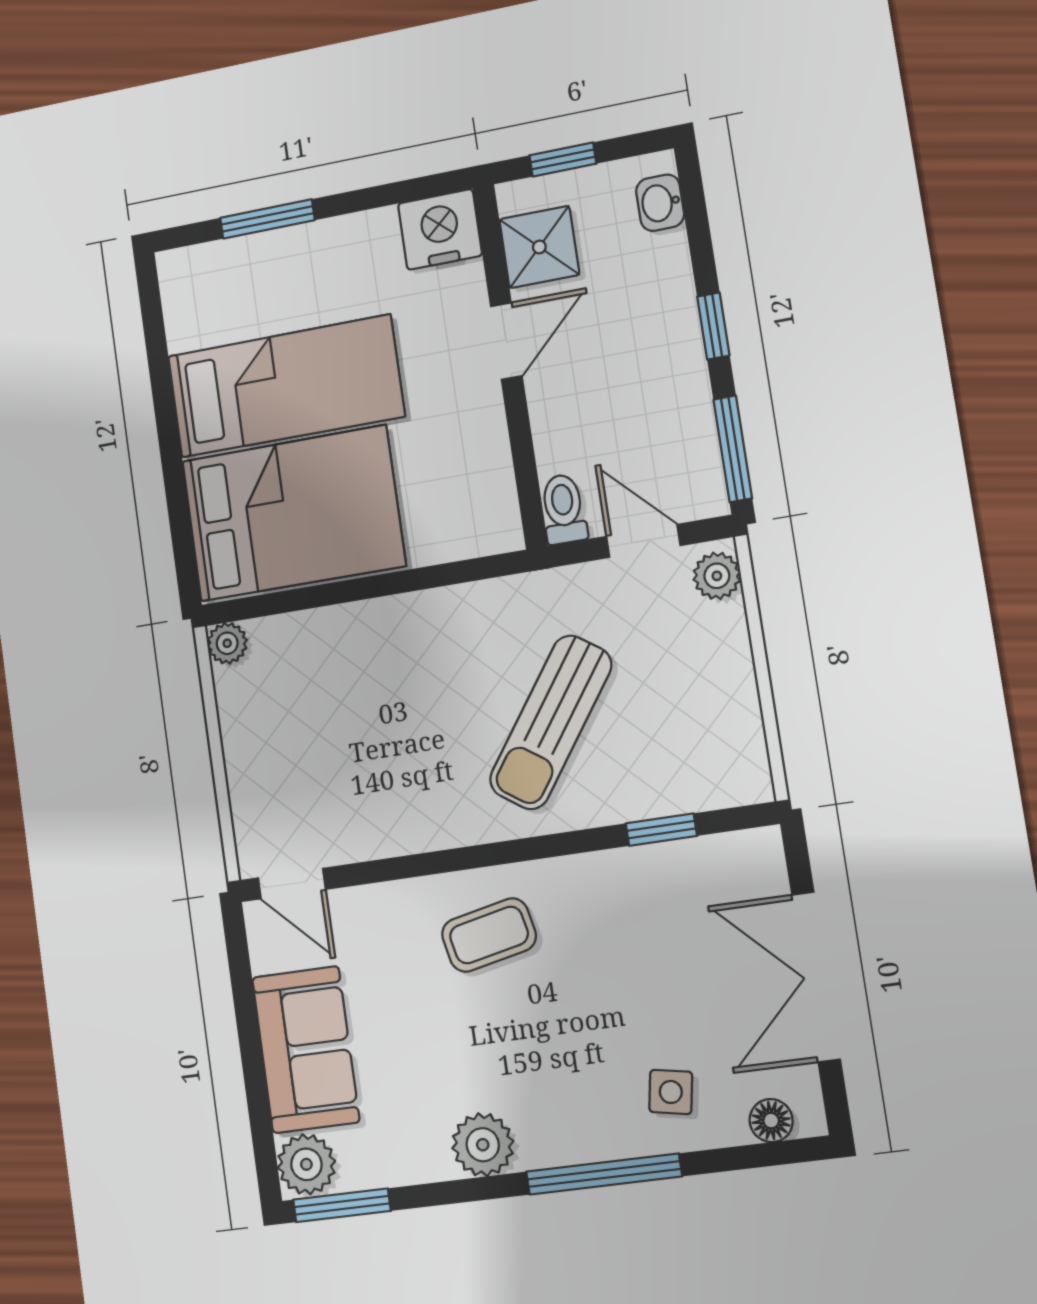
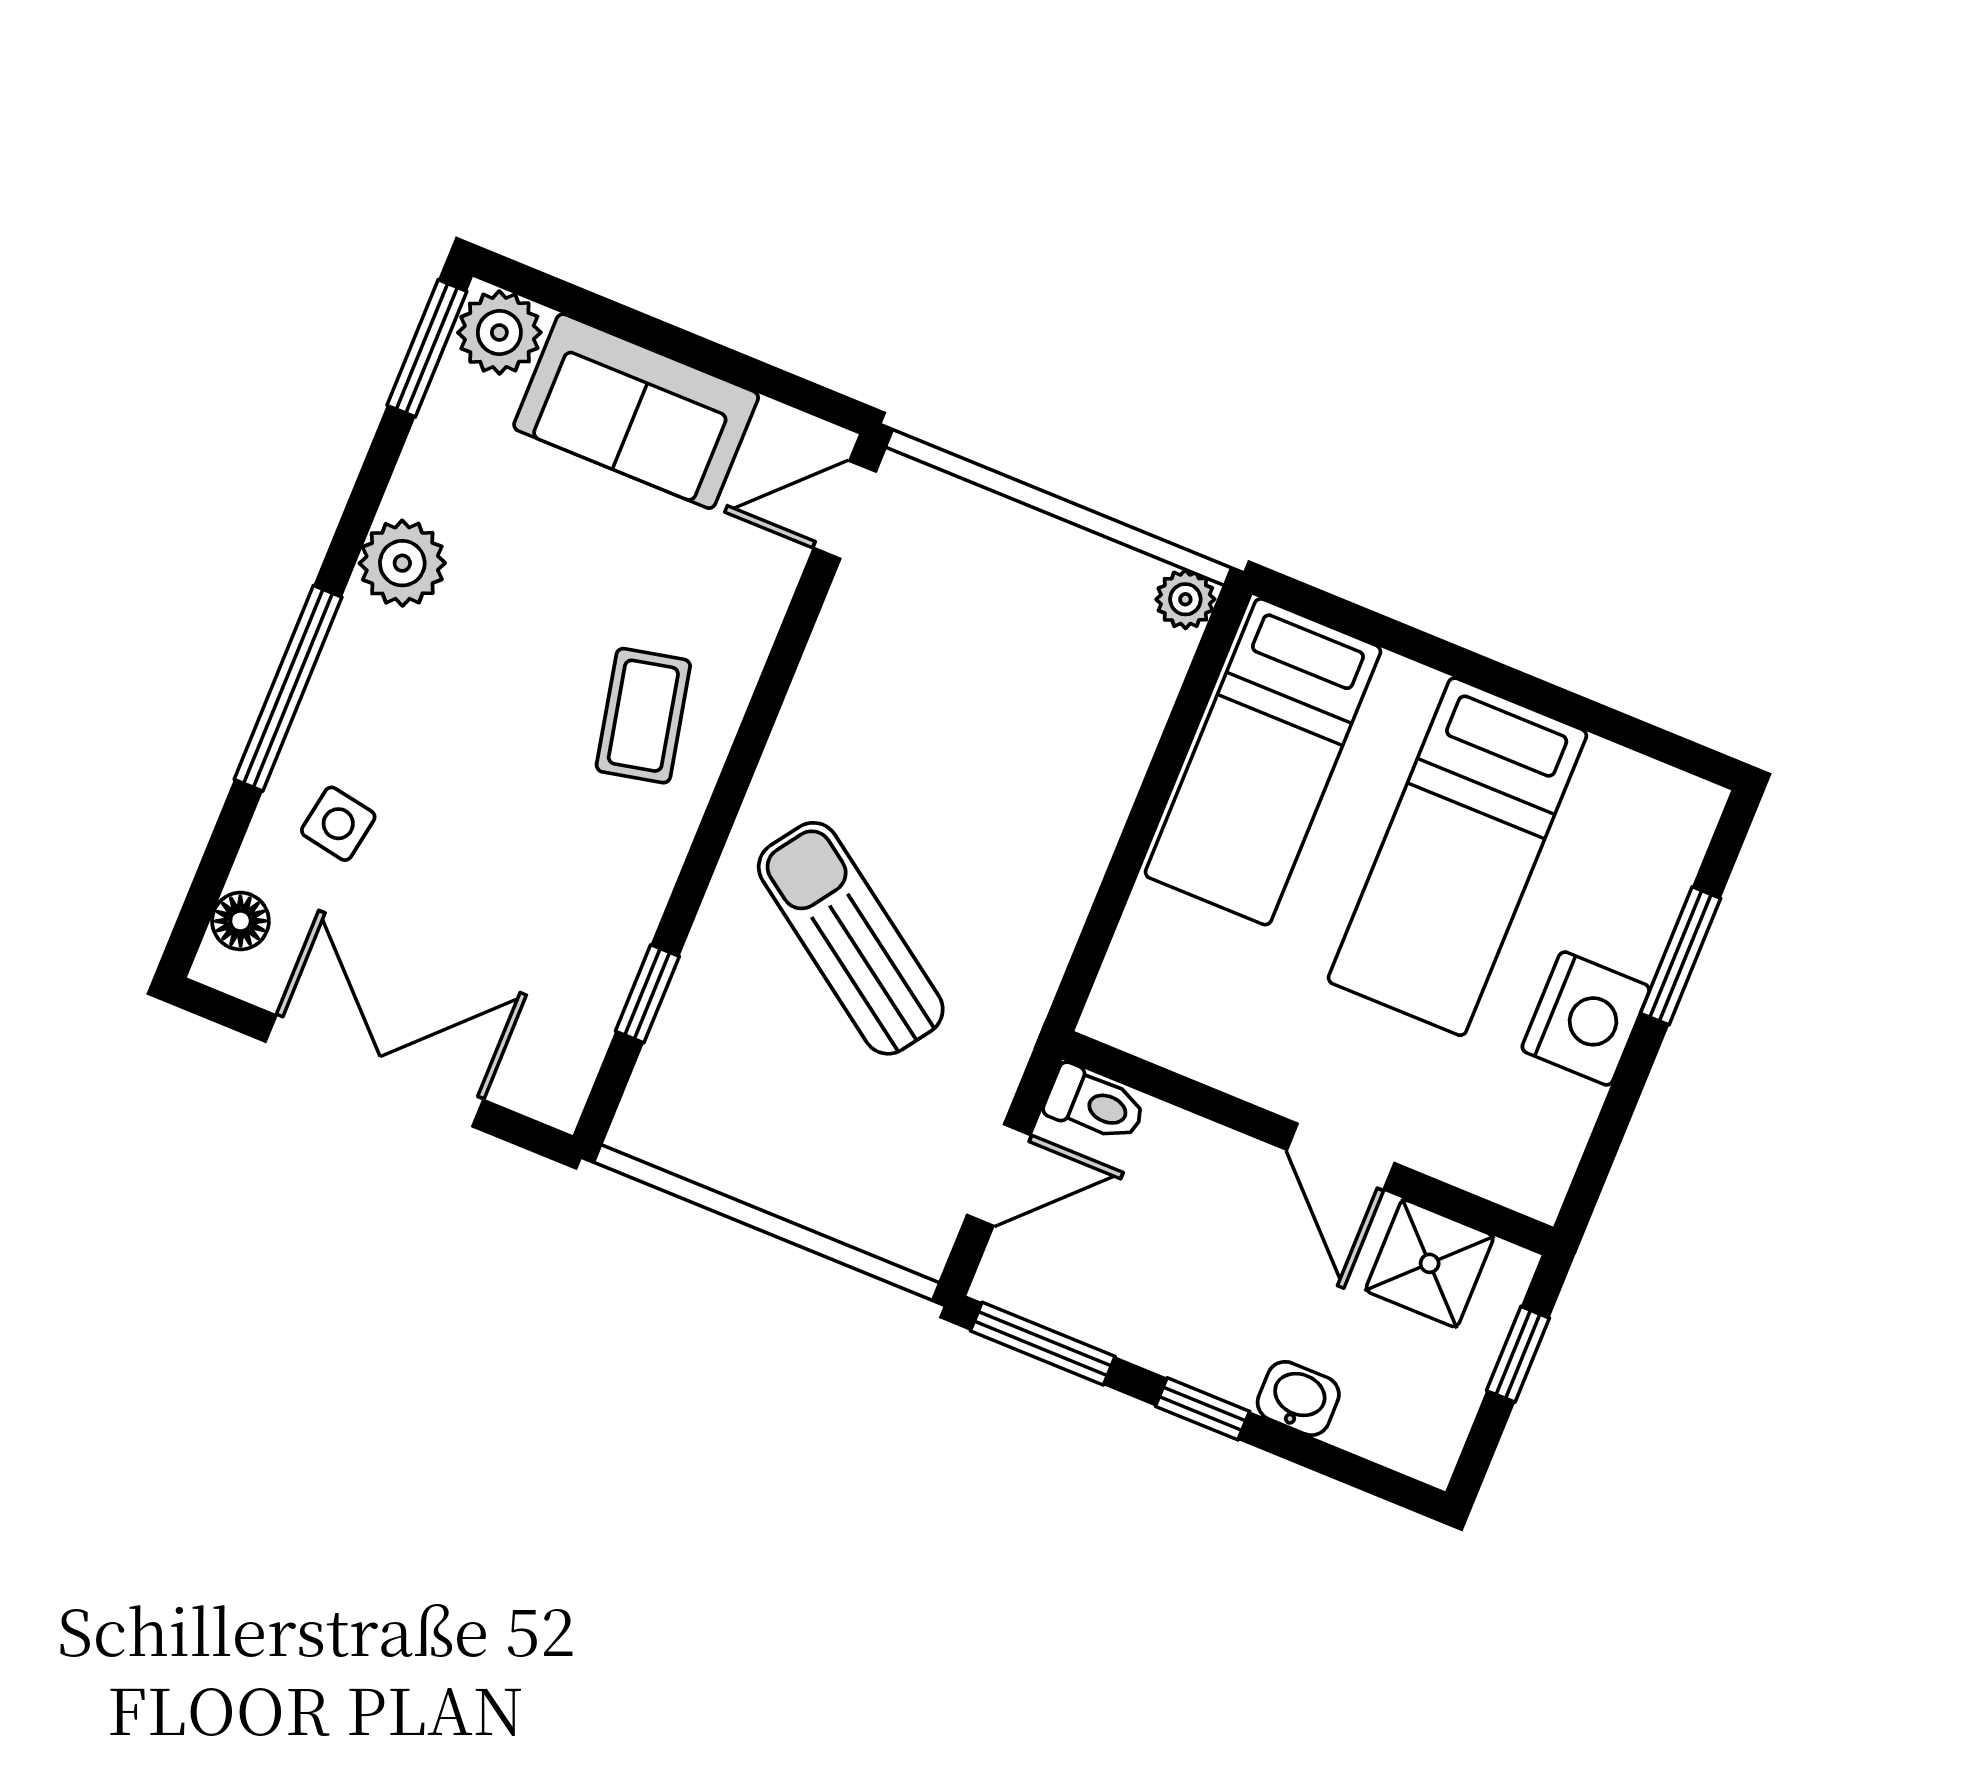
washbasin: (660, 203) -> (1298, 1398), moved
nightstand: (440, 229) -> (1586, 1018), moved
bed: (293, 513) -> (1263, 762), width x0.67
plant: (717, 576) -> (905, 1236), removed

